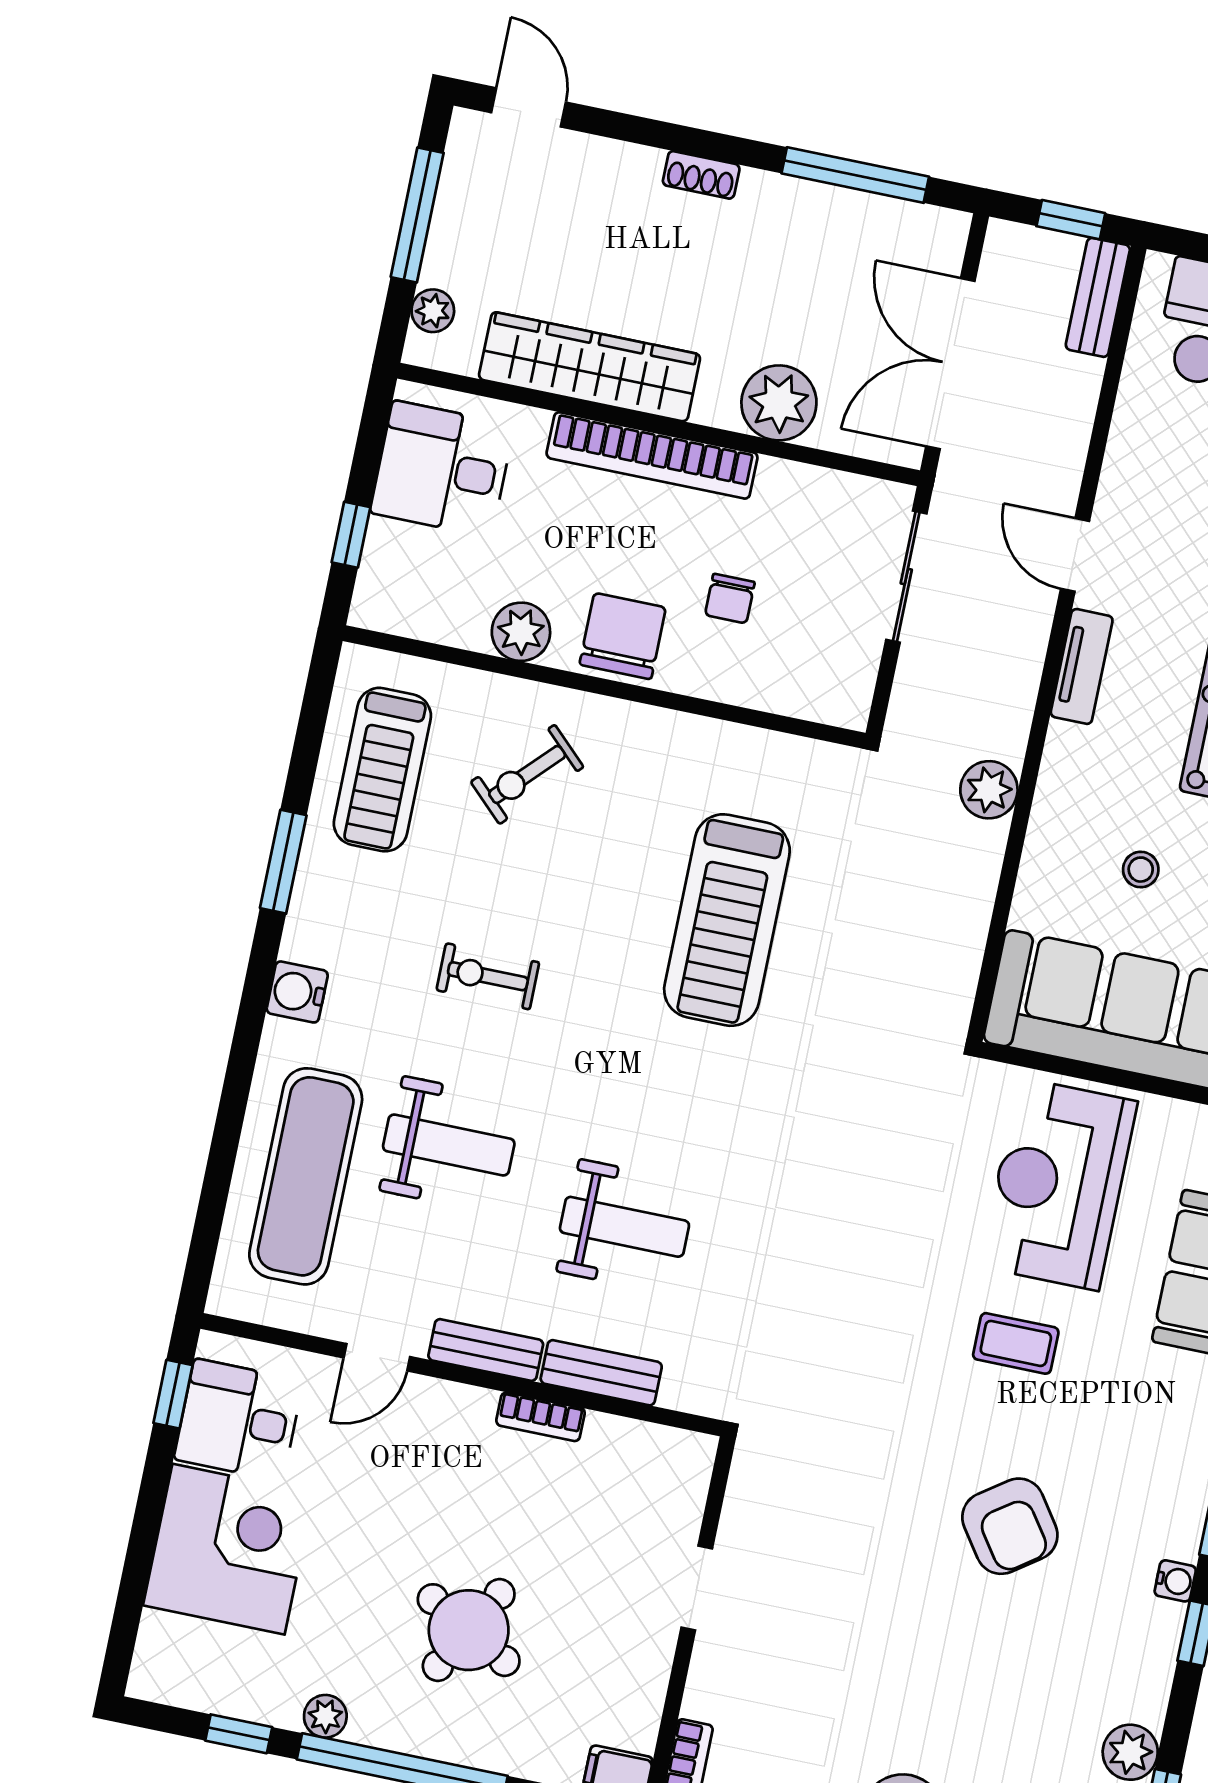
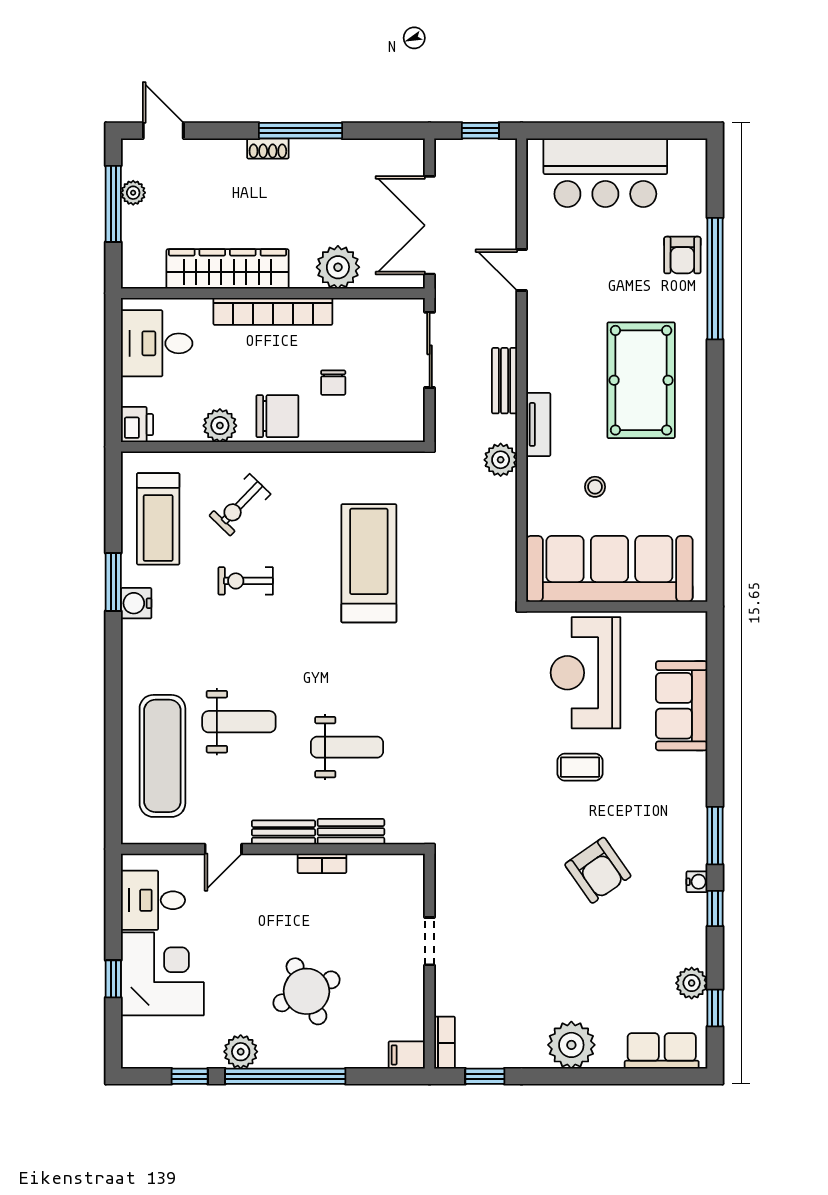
window: (855, 175) -> (301, 131), moved
bench: (1098, 297) -> (505, 381), moved
plant: (433, 311) -> (133, 193), moved
window: (351, 535) -> (113, 391), removed
door: (1075, 555) -> (522, 270), moved
printer: (380, 601) -> (137, 425), added
chair: (623, 636) -> (277, 416), turned 90
tv unit: (1082, 666) -> (538, 424), moved
treadmill: (727, 920) -> (369, 563), turned 180
exercise bike: (488, 976) -> (246, 581), moved
water cooler: (297, 992) -> (136, 603), moved
window: (173, 1394) -> (113, 979), moved
round table: (469, 1630) -> (306, 991), turned 36
plant: (325, 1716) -> (241, 1052), width x1.38, depth x1.38

